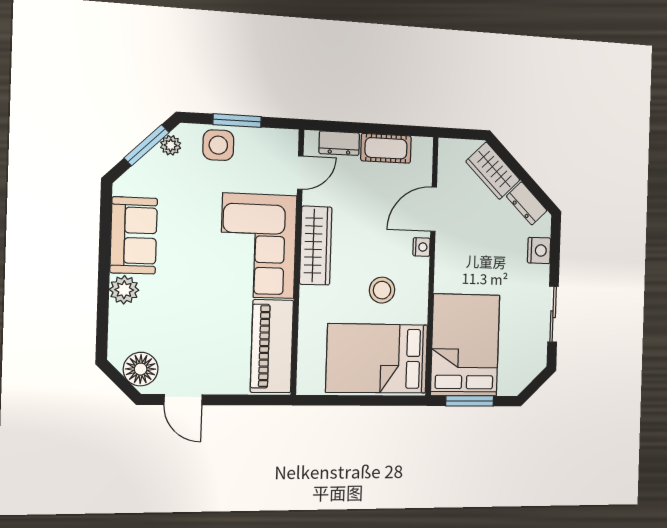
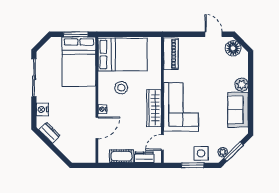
wardrobe: (493, 171) -> (68, 148), removed
sliding door: (553, 314) -> (34, 78), width x1.37
piano: (272, 346) -> (171, 54), width x0.73, depth x0.75

